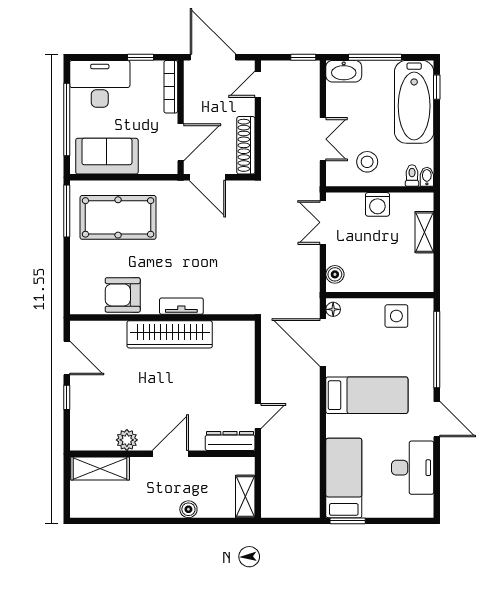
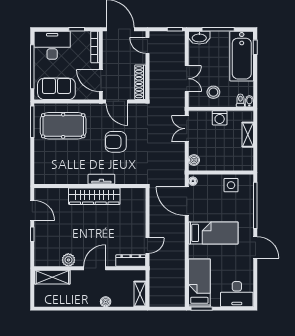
door: (258, 84) -> (147, 45), hinge flipped
door: (181, 142) -> (101, 80), swing flipped
armchair: (123, 295) -> (116, 142), moved
desk: (413, 468) -> (237, 294), moved, turned 90

